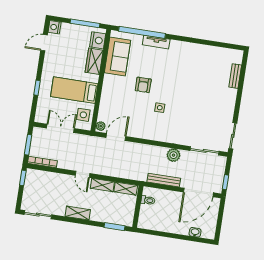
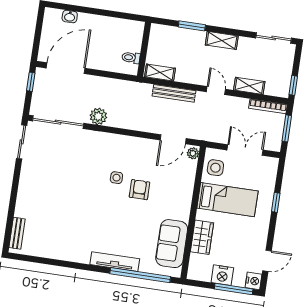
window: (85, 23) -> (234, 289), moved
nightstand: (98, 40) -> (222, 275), moved, turned -90
tv unit: (156, 42) -> (115, 262), width x1.41
bench: (235, 76) -> (17, 233), moved
armchair: (143, 85) -> (139, 190), moved
double door: (60, 128) -> (245, 150), swing flipped
sliding door: (205, 151) -> (58, 122), width x1.37
bench: (164, 180) -> (174, 93), moved
shelving: (102, 185) -> (249, 86), moved
window: (115, 227) -> (192, 26), moved

